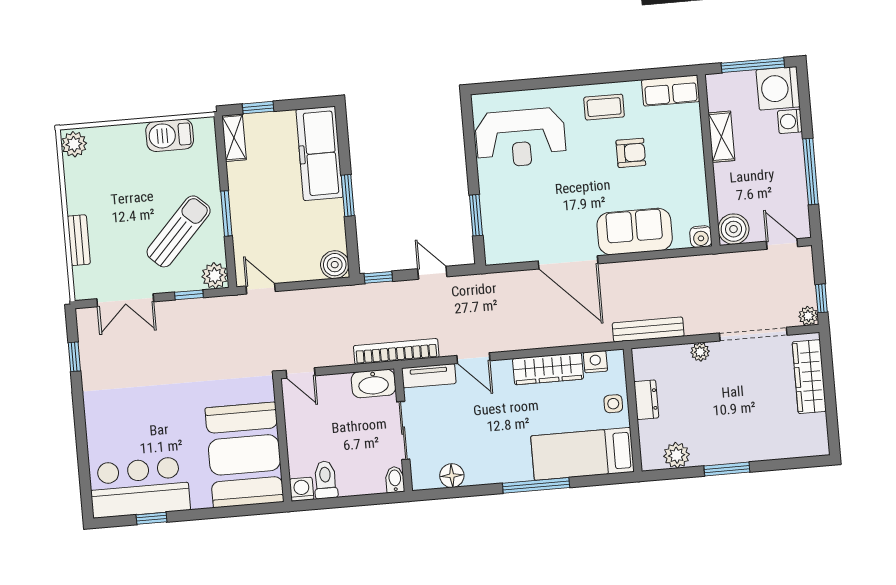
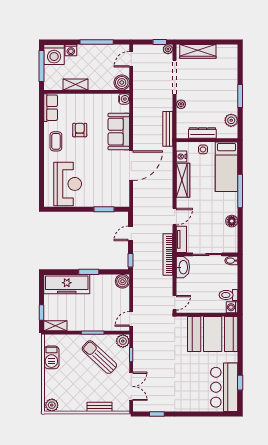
dresser: (646, 400) -> (202, 133), width x1.44
floor lamp: (452, 476) -> (232, 221), moved

